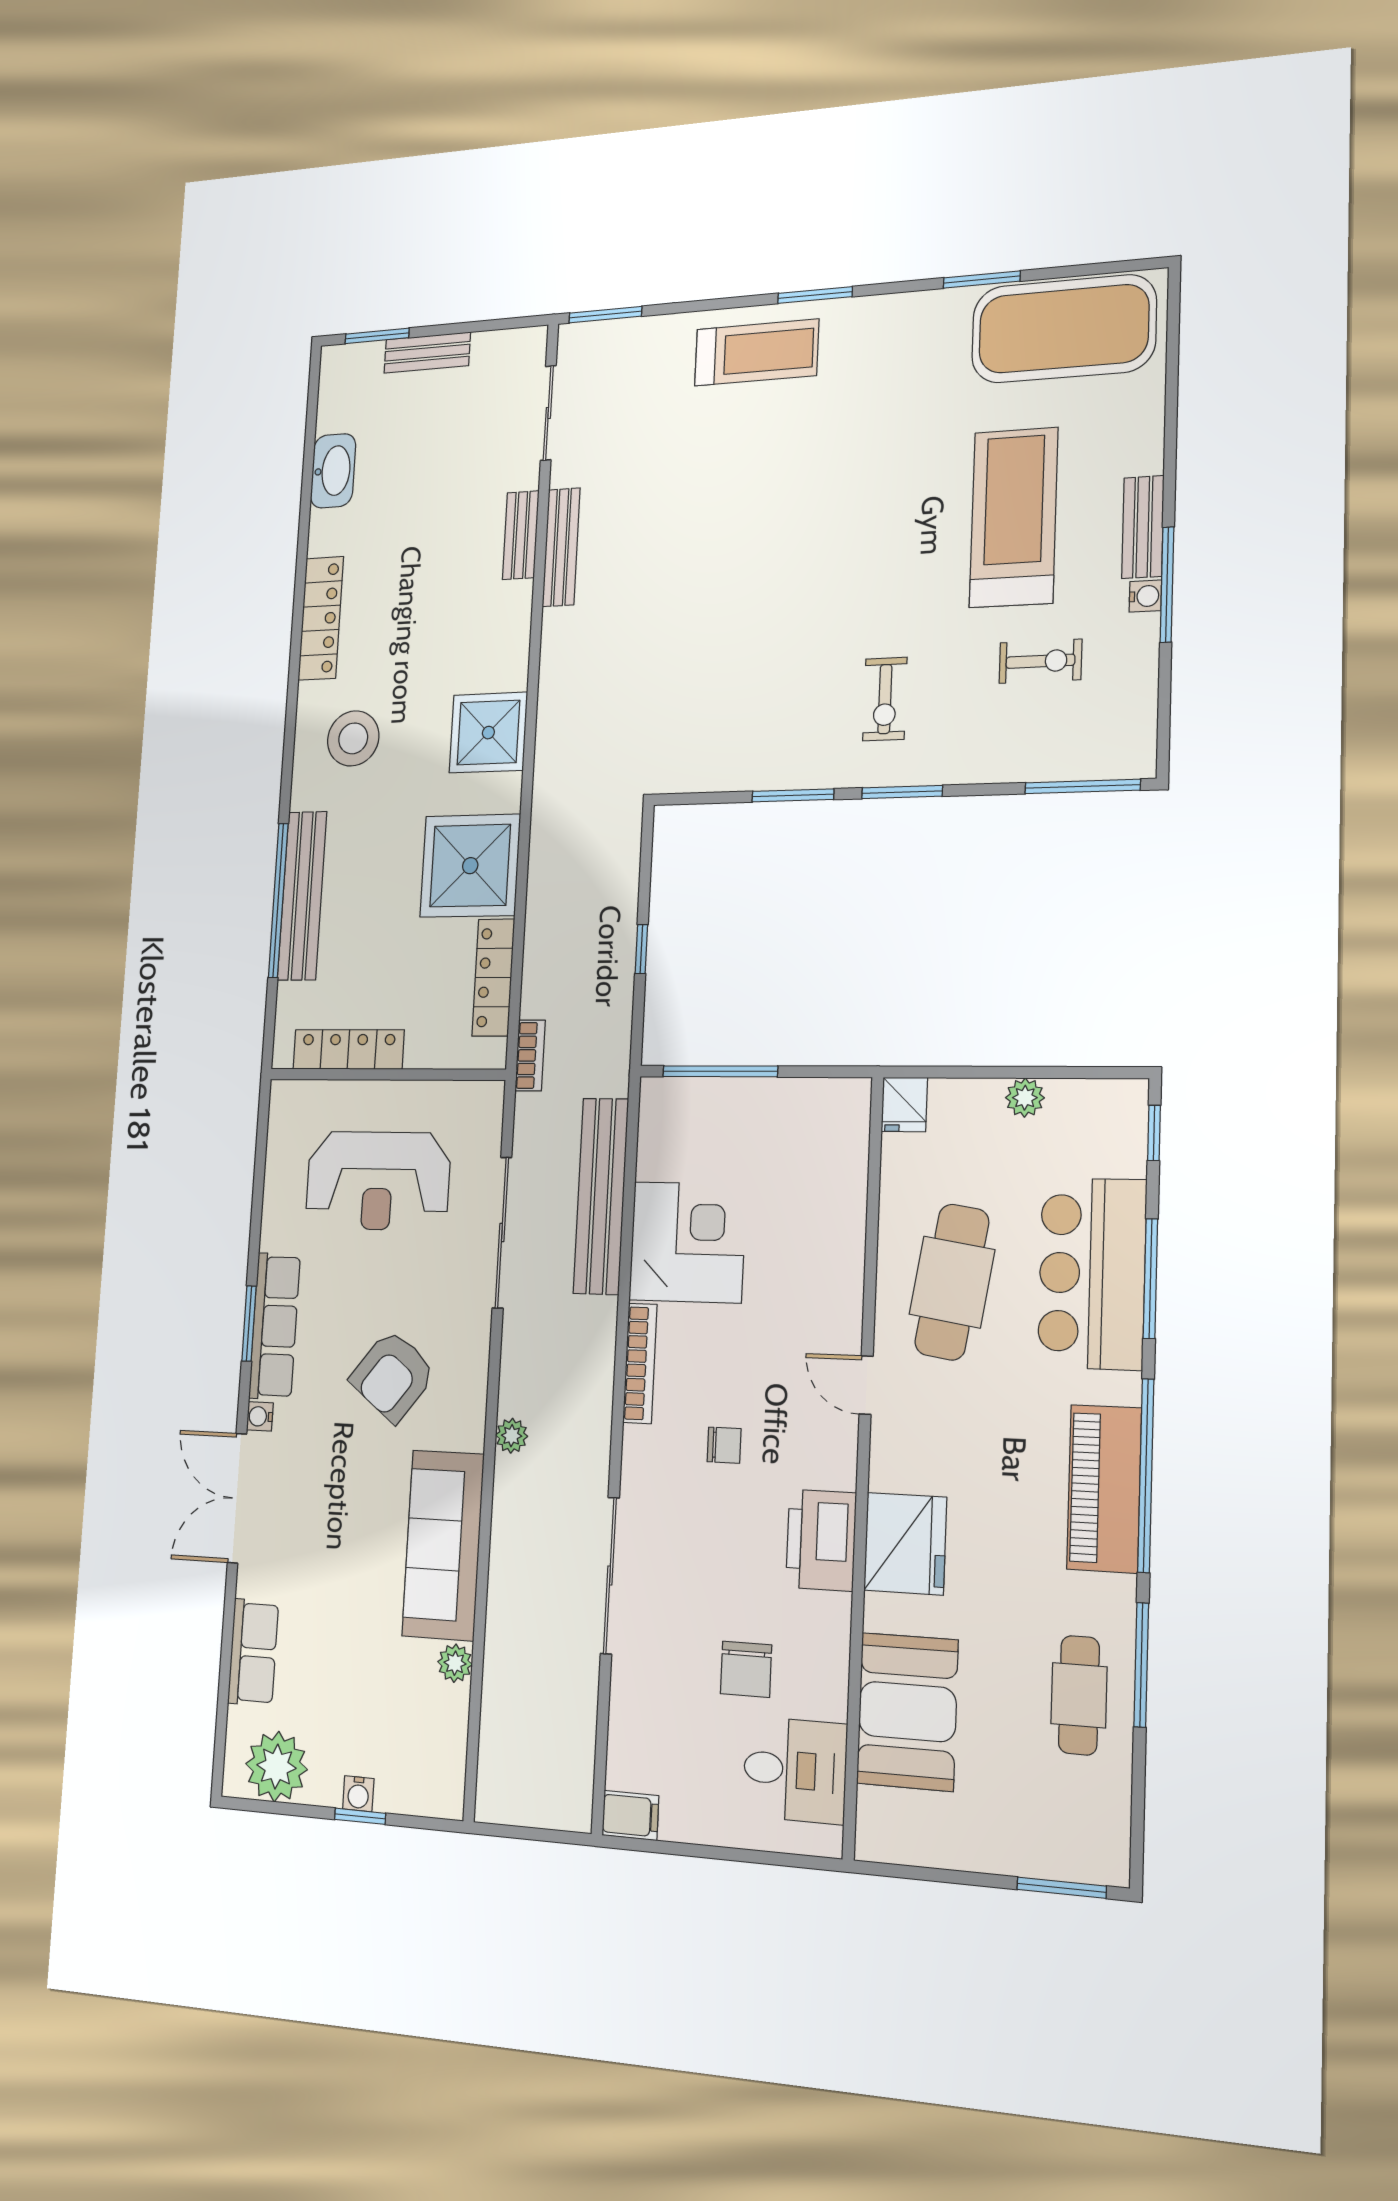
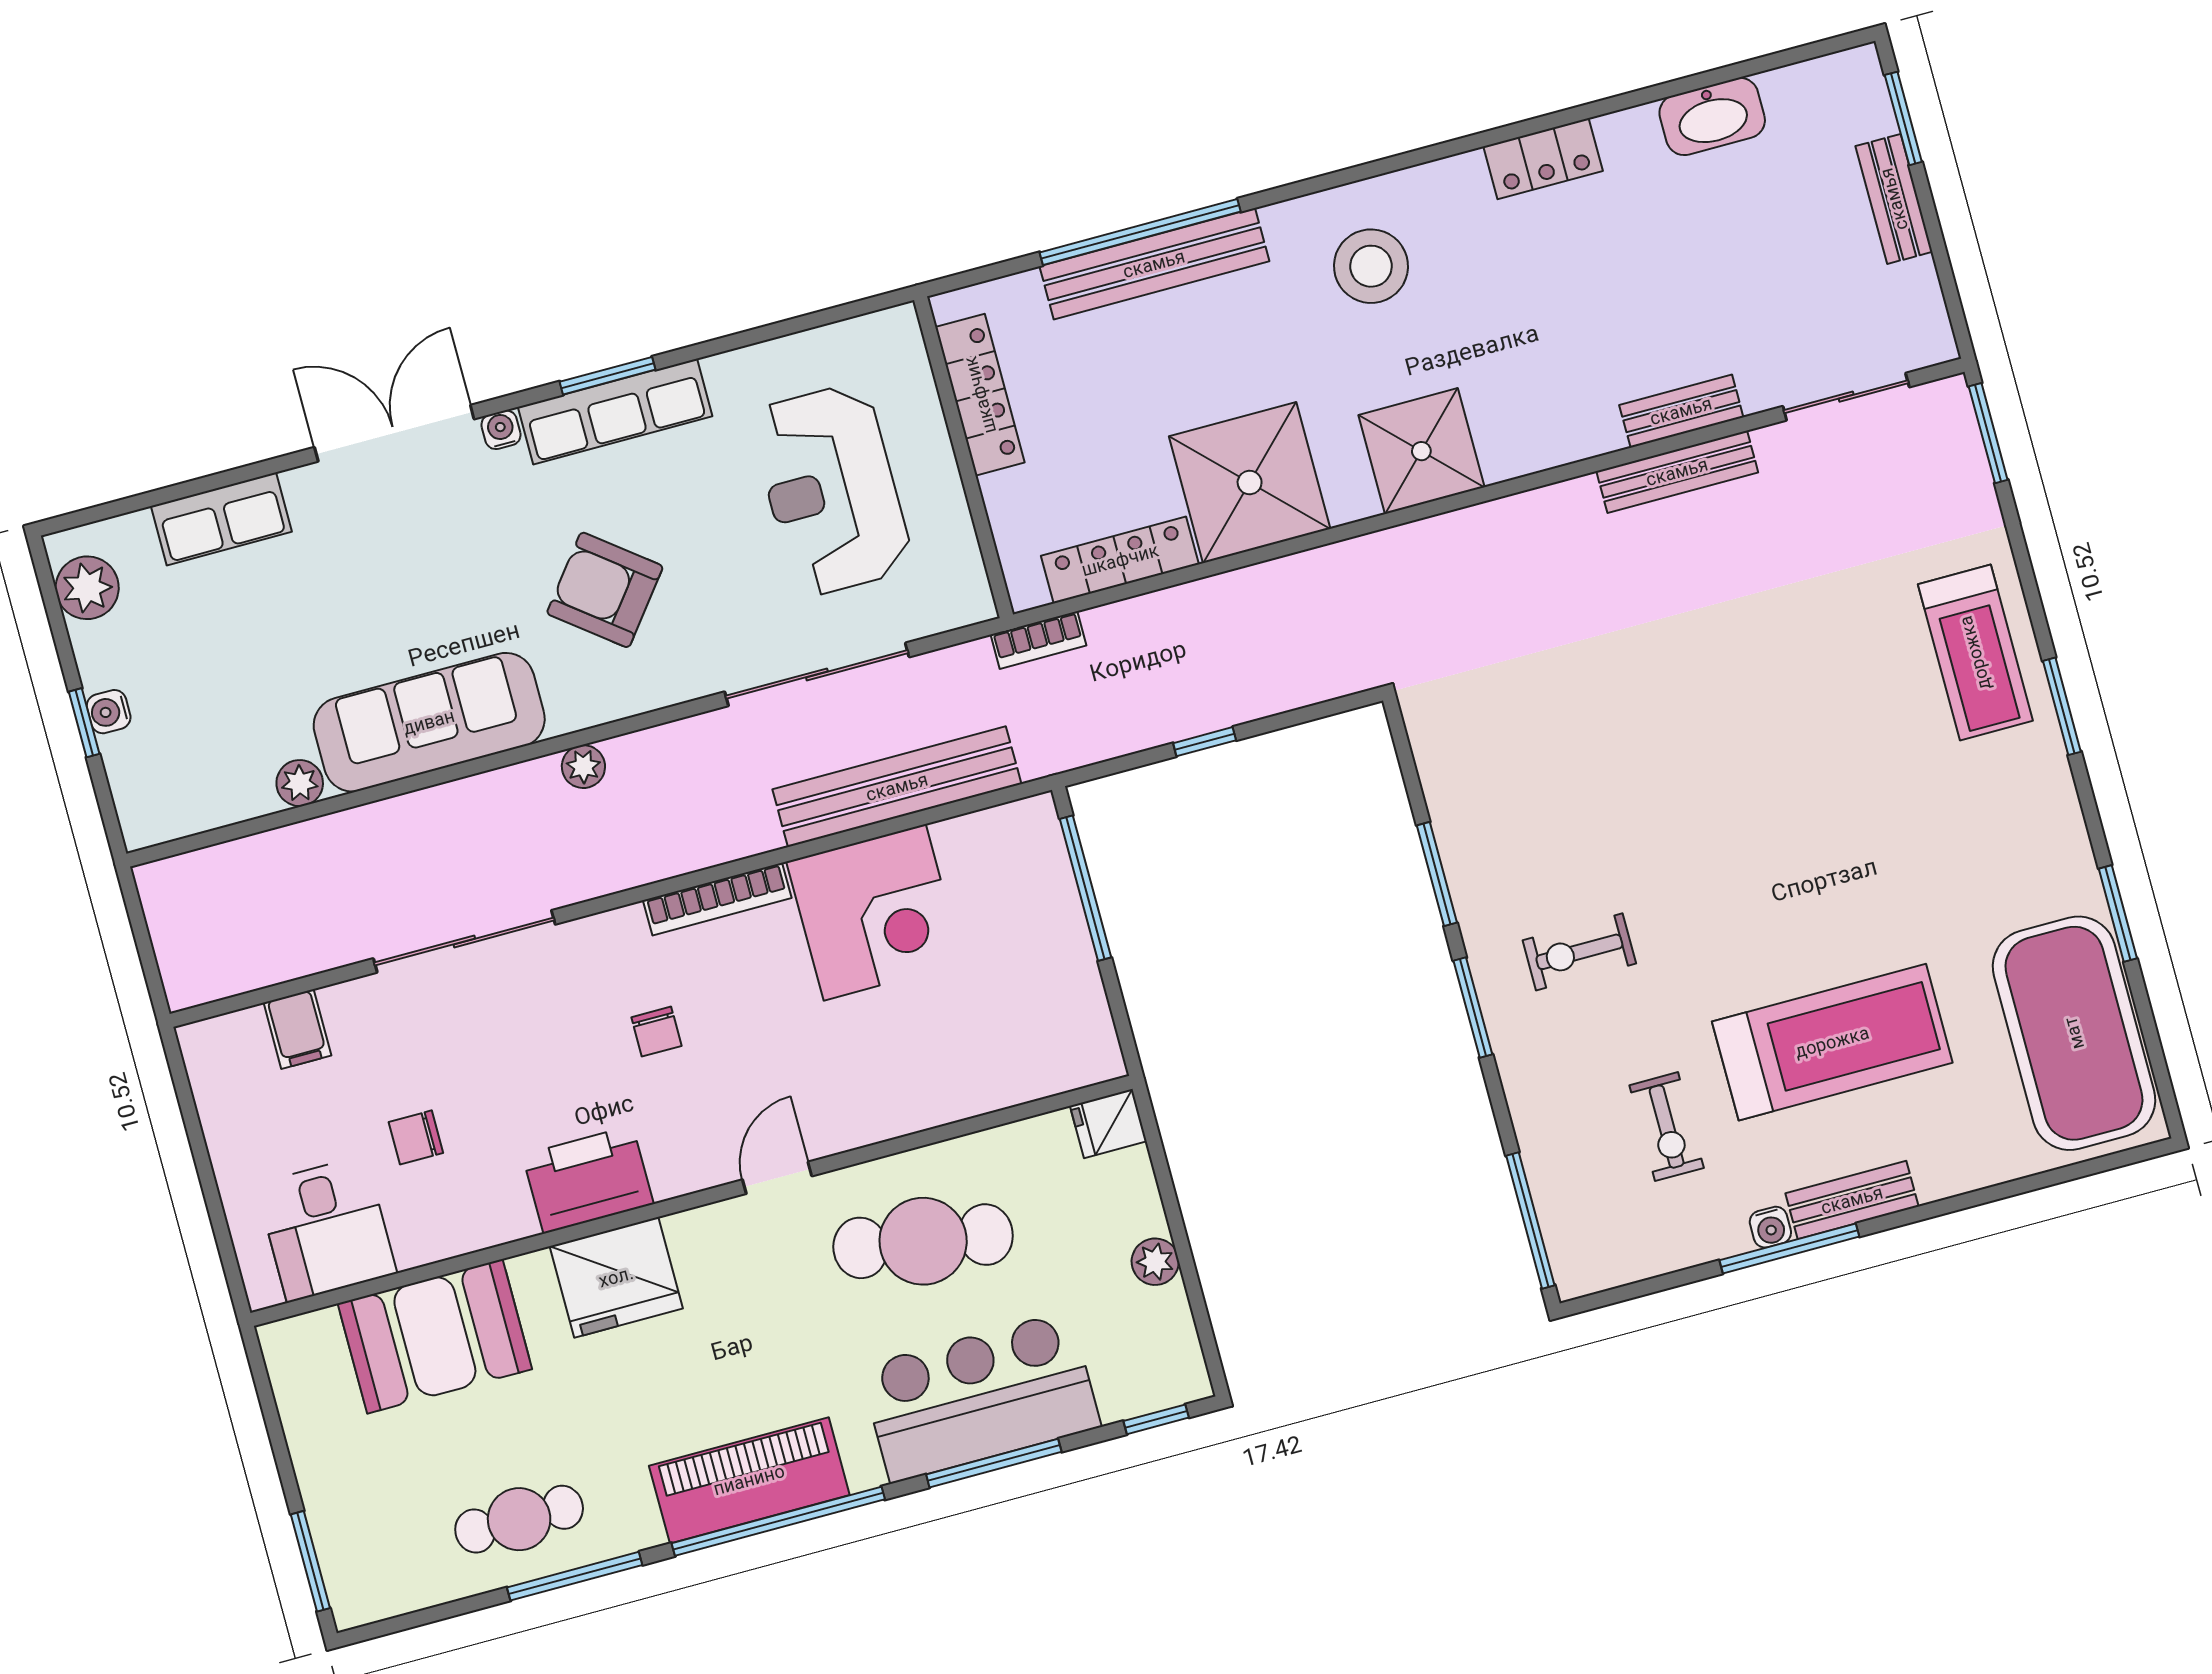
locker: (321, 618) -> (1543, 159), width x0.66
chair: (746, 1669) -> (416, 1137), width x0.73, depth x0.73
plant: (276, 1767) -> (87, 588), width x0.73, depth x0.73
filing cabinet: (630, 1815) -> (297, 1029), moved

